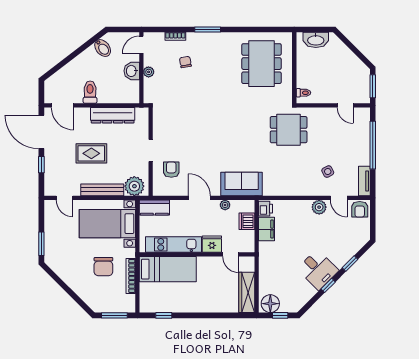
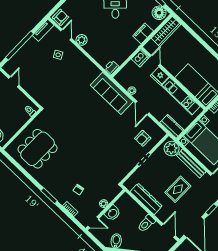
dining table: (289, 130) -> (57, 98), removed
rug: (91, 153) -> (178, 189), turned 90
sofa: (242, 184) -> (112, 93), width x1.36
dishwasher: (247, 221) -> (140, 58), moved
filing cabinet: (267, 229) -> (143, 34), moved

